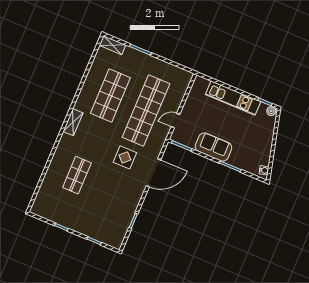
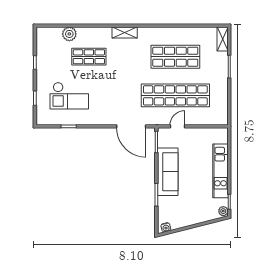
door: (175, 121) -> (177, 126), hinge flipped
shelving: (73, 122) -> (125, 33), moved
sofa: (213, 147) -> (168, 172), width x1.36
display table: (125, 157) -> (124, 94), removed
door: (153, 173) -> (131, 126), moved
plant: (48, 184) -> (69, 34), added
checkout: (105, 208) -> (69, 96), added

